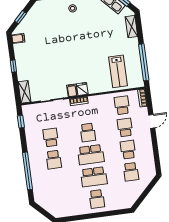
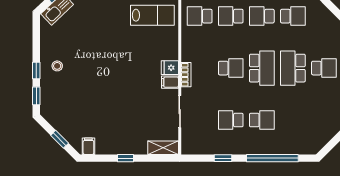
window: (21, 122) -> (223, 158), moved
school desk: (94, 177) -> (293, 68), turned 180

